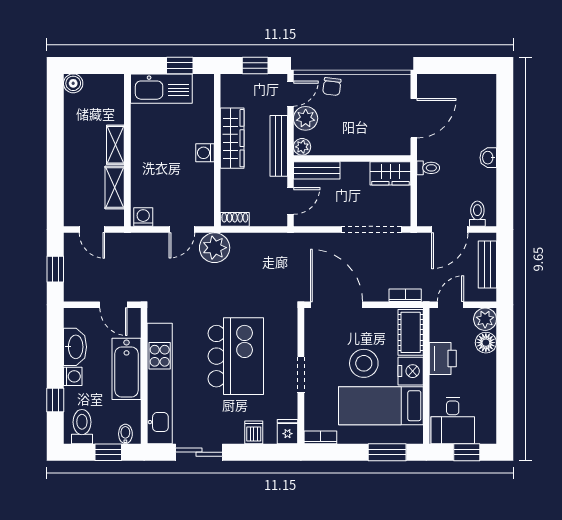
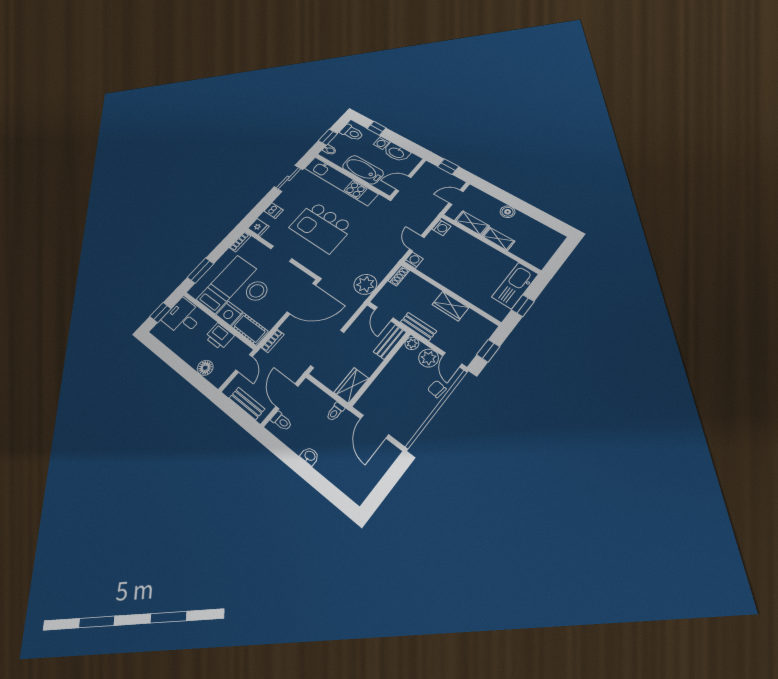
boiler: (73, 83) -> (508, 212), moved
wardrobe: (232, 138) -> (450, 306), width x0.67
bench: (279, 146) -> (418, 327), width x0.73
washing machine: (205, 153) -> (414, 260), moved
plant: (215, 248) -> (365, 284), moved
plant: (485, 319) -> (218, 377), removed

